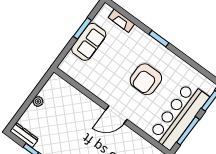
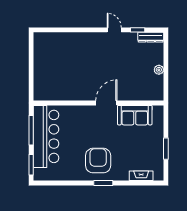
sofa: (89, 42) -> (135, 115), moved, turned -90
armchair: (146, 79) -> (98, 161), moved
door: (116, 115) -> (106, 103), moved

